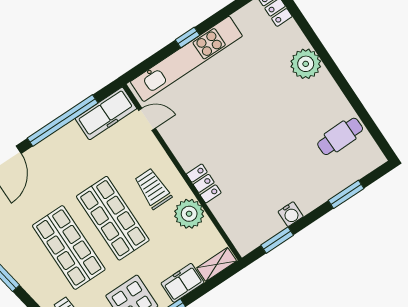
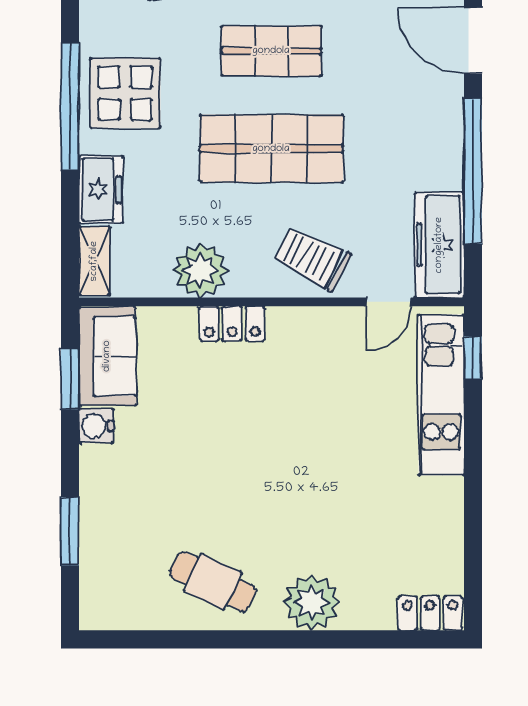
window: (188, 37) -> (473, 358), moved
kitchen unit: (186, 59) -> (441, 395), width x0.73
cafe table: (340, 136) -> (213, 582), moved, turned -63
trolley: (153, 189) -> (312, 258), moved, turned -153
sofa: (256, 230) -> (107, 356), added
shop shelf: (69, 247) -> (271, 51), width x0.70, depth x0.74

